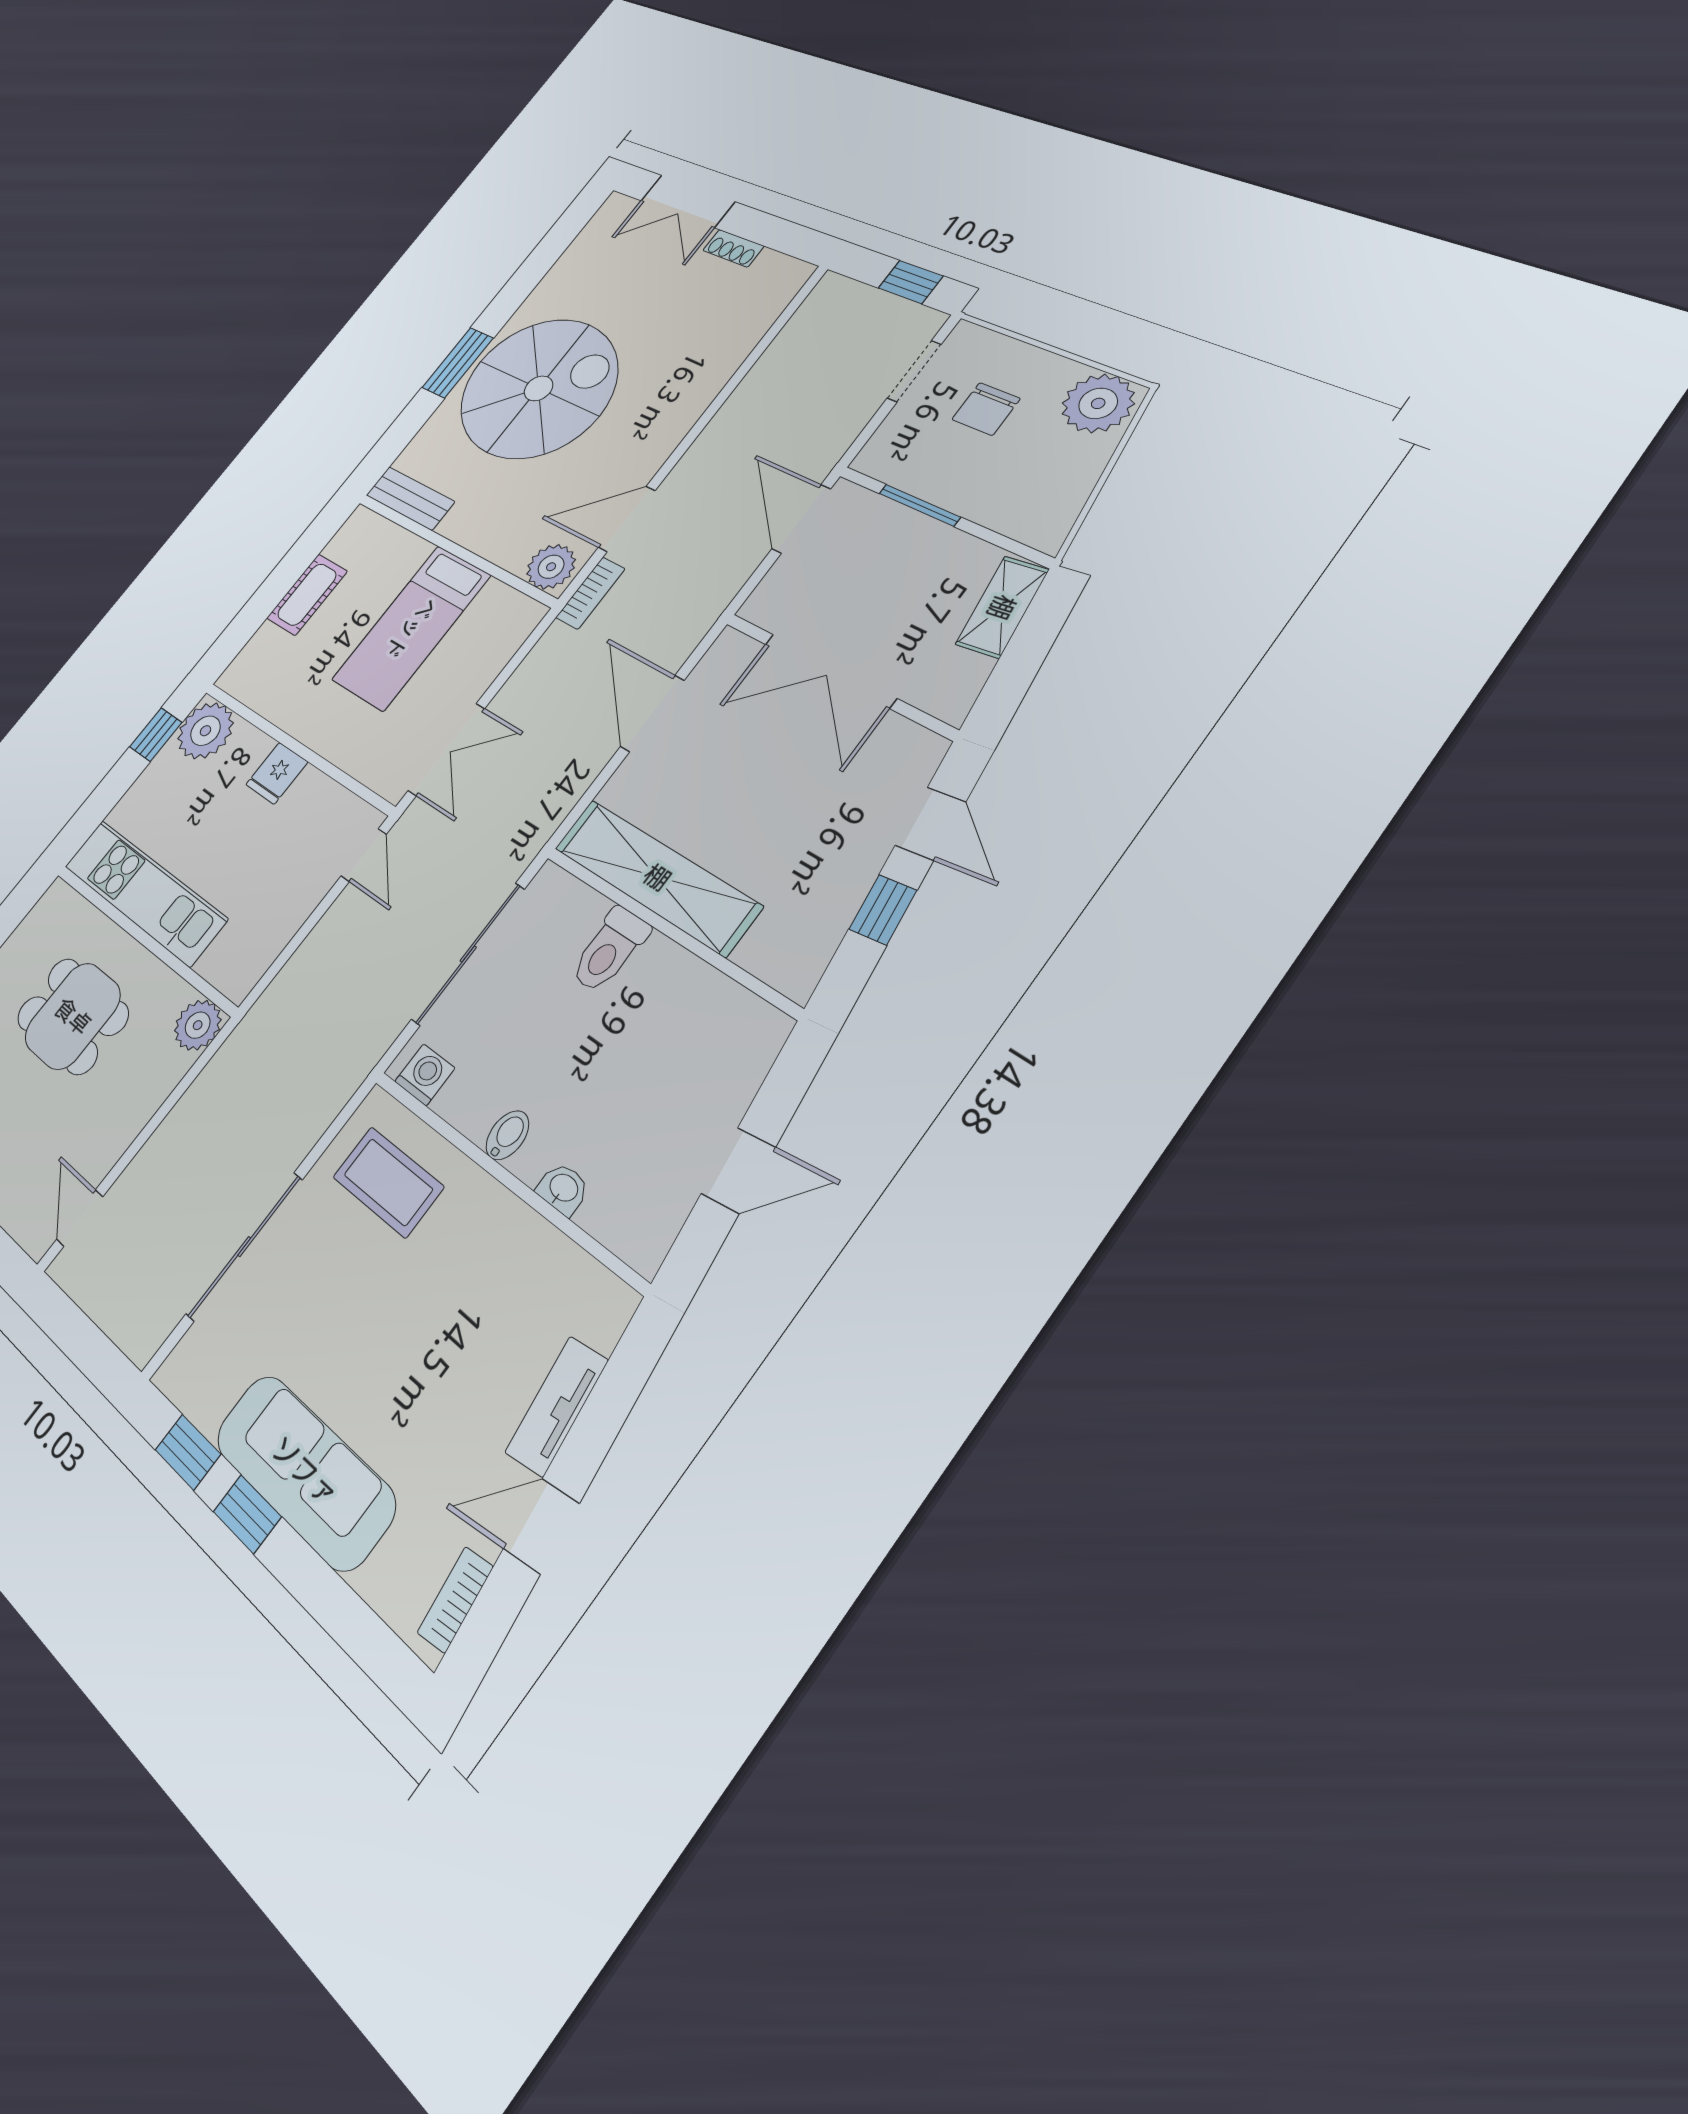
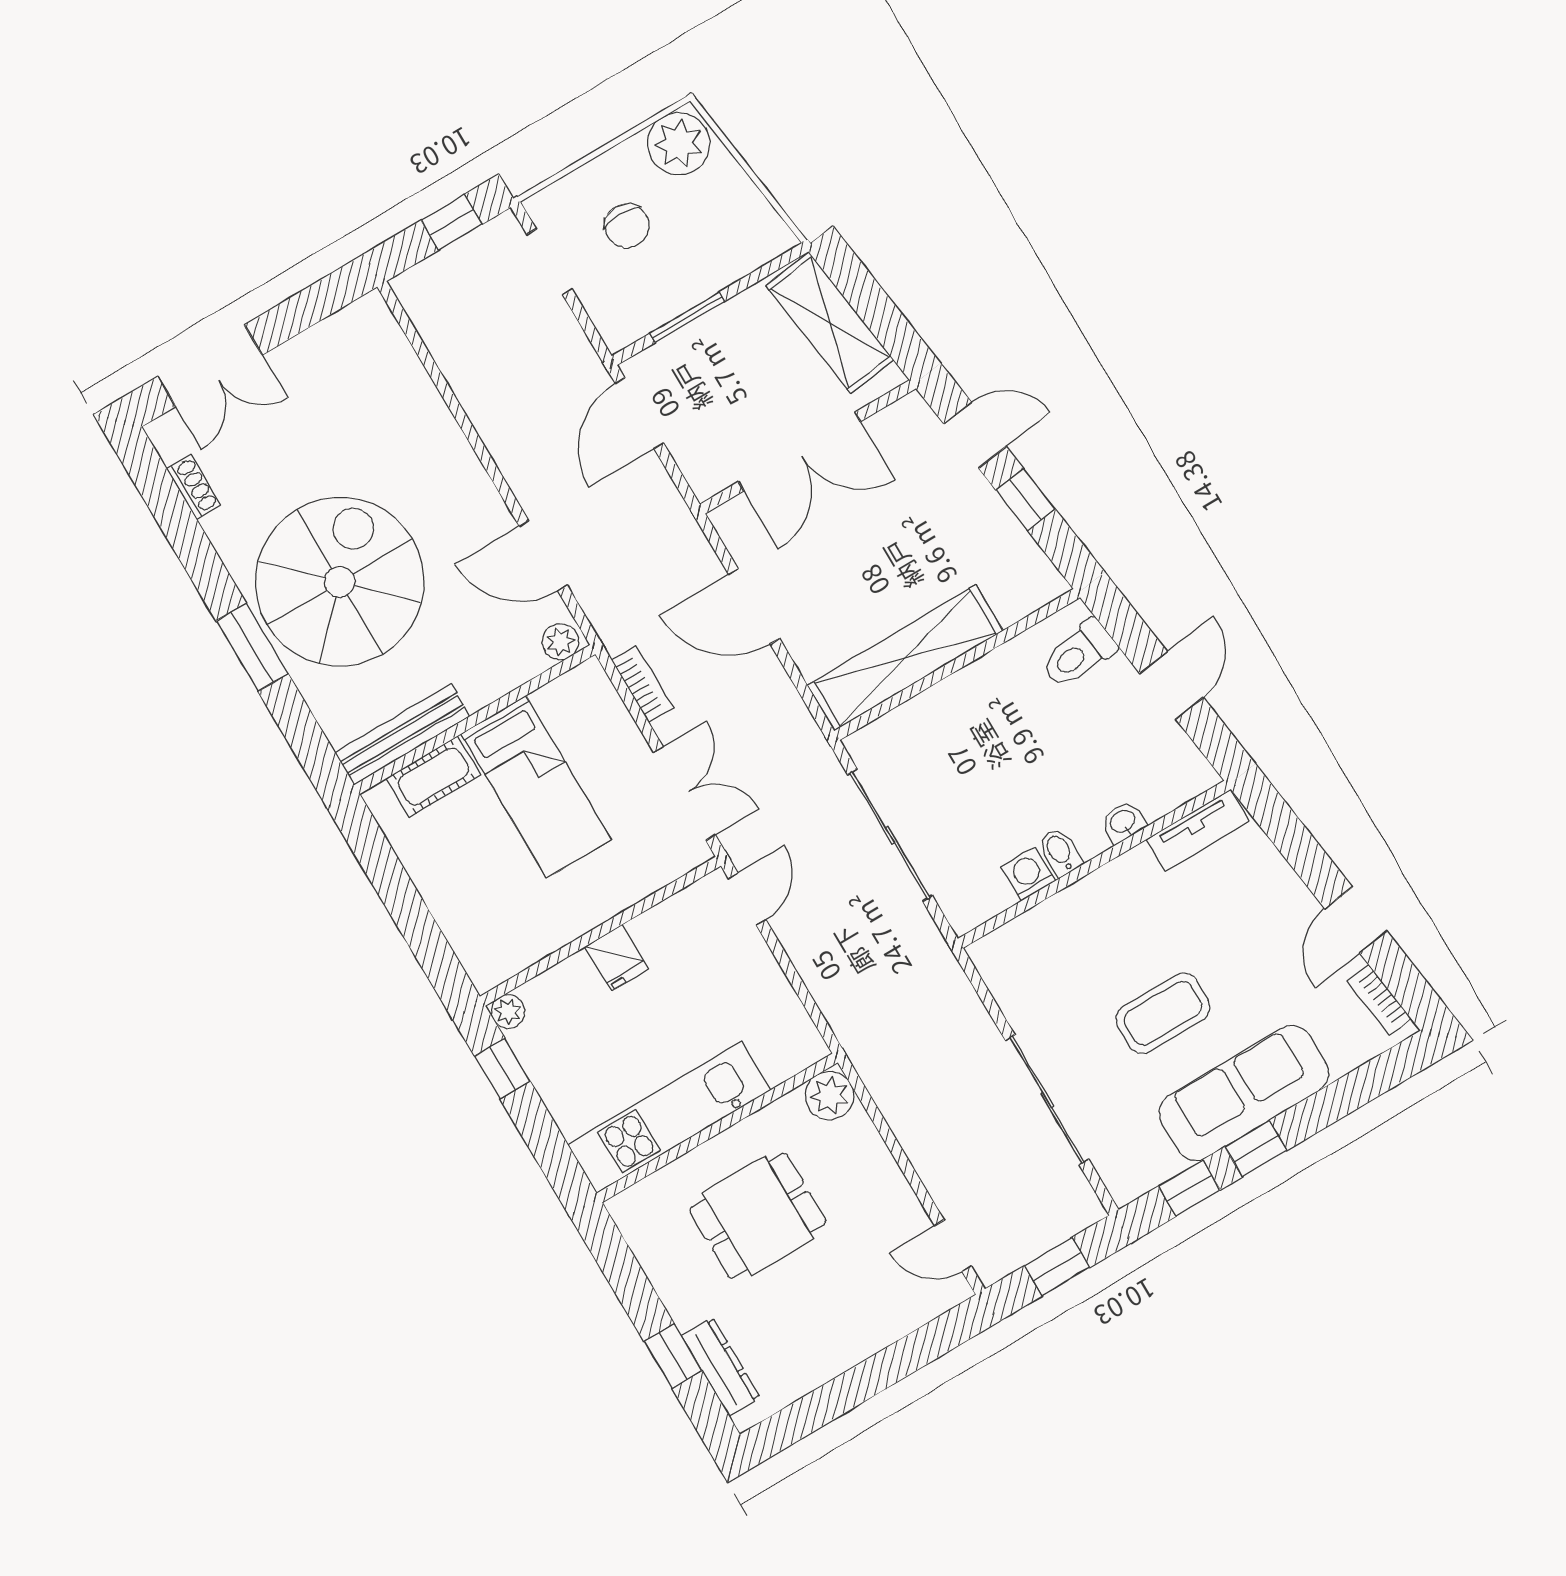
shoe rack: (733, 248) -> (194, 487), moved, turned -90
bench: (410, 498) -> (403, 734), width x1.36
door: (627, 519) -> (543, 556), hinge flipped
door: (801, 519) -> (639, 413), hinge flipped
plant: (551, 567) -> (560, 642), width x0.73, depth x0.73
bookcase: (590, 593) -> (642, 684), moved
cot: (307, 595) -> (433, 777), moved, turned 90
shelving: (1002, 607) -> (830, 323), width x1.50, depth x1.33
plant: (205, 731) -> (508, 1012), width x0.53, depth x0.53
door: (364, 855) -> (747, 899), hinge flipped
toilet: (609, 950) -> (1079, 654), moved, turned 83
washing machine: (425, 1075) -> (1028, 874), moved
coffee table: (388, 1182) -> (1163, 1013), moved
window: (79, 1338) -> (1057, 1267), added
tv unit: (557, 1406) -> (1198, 830), moved, turned -83

